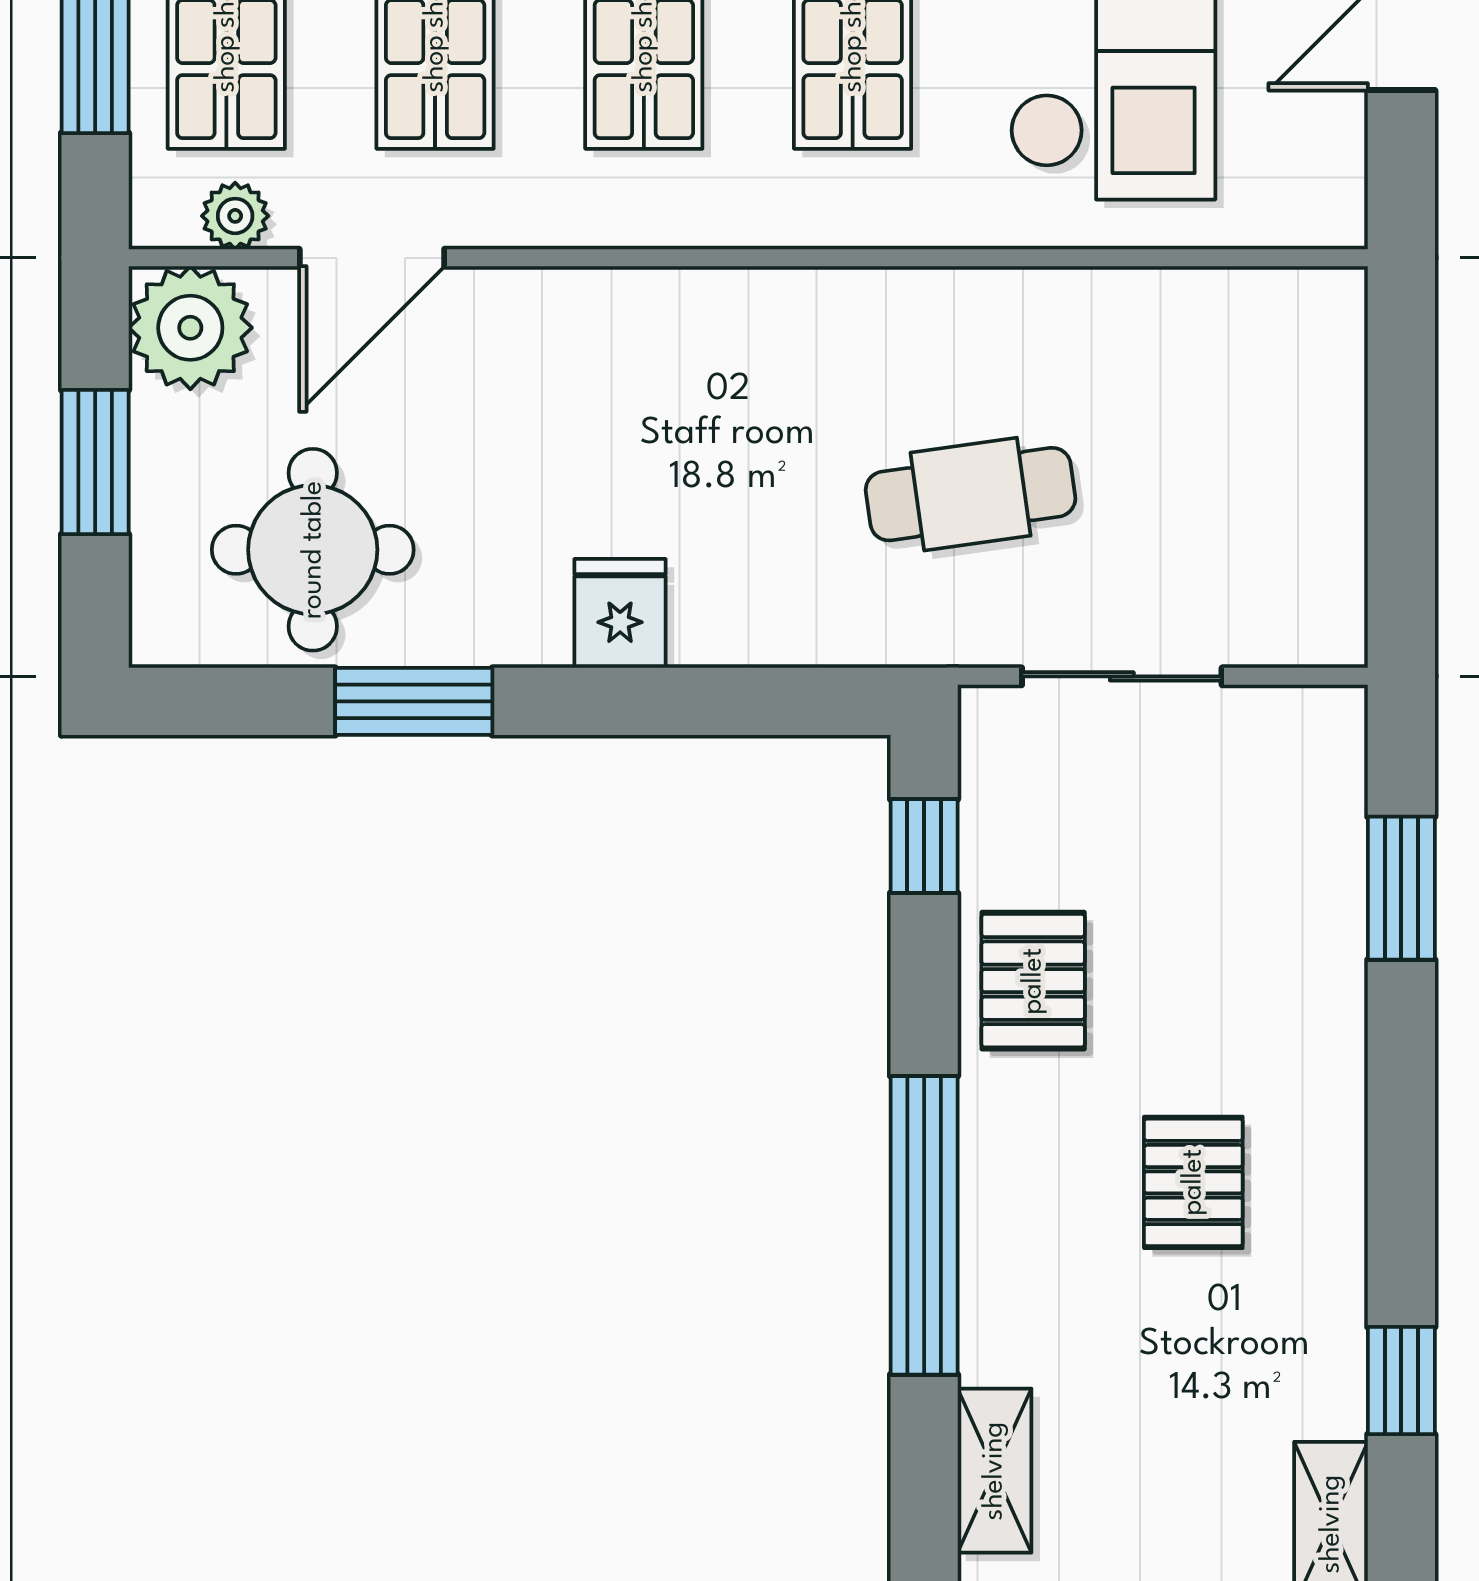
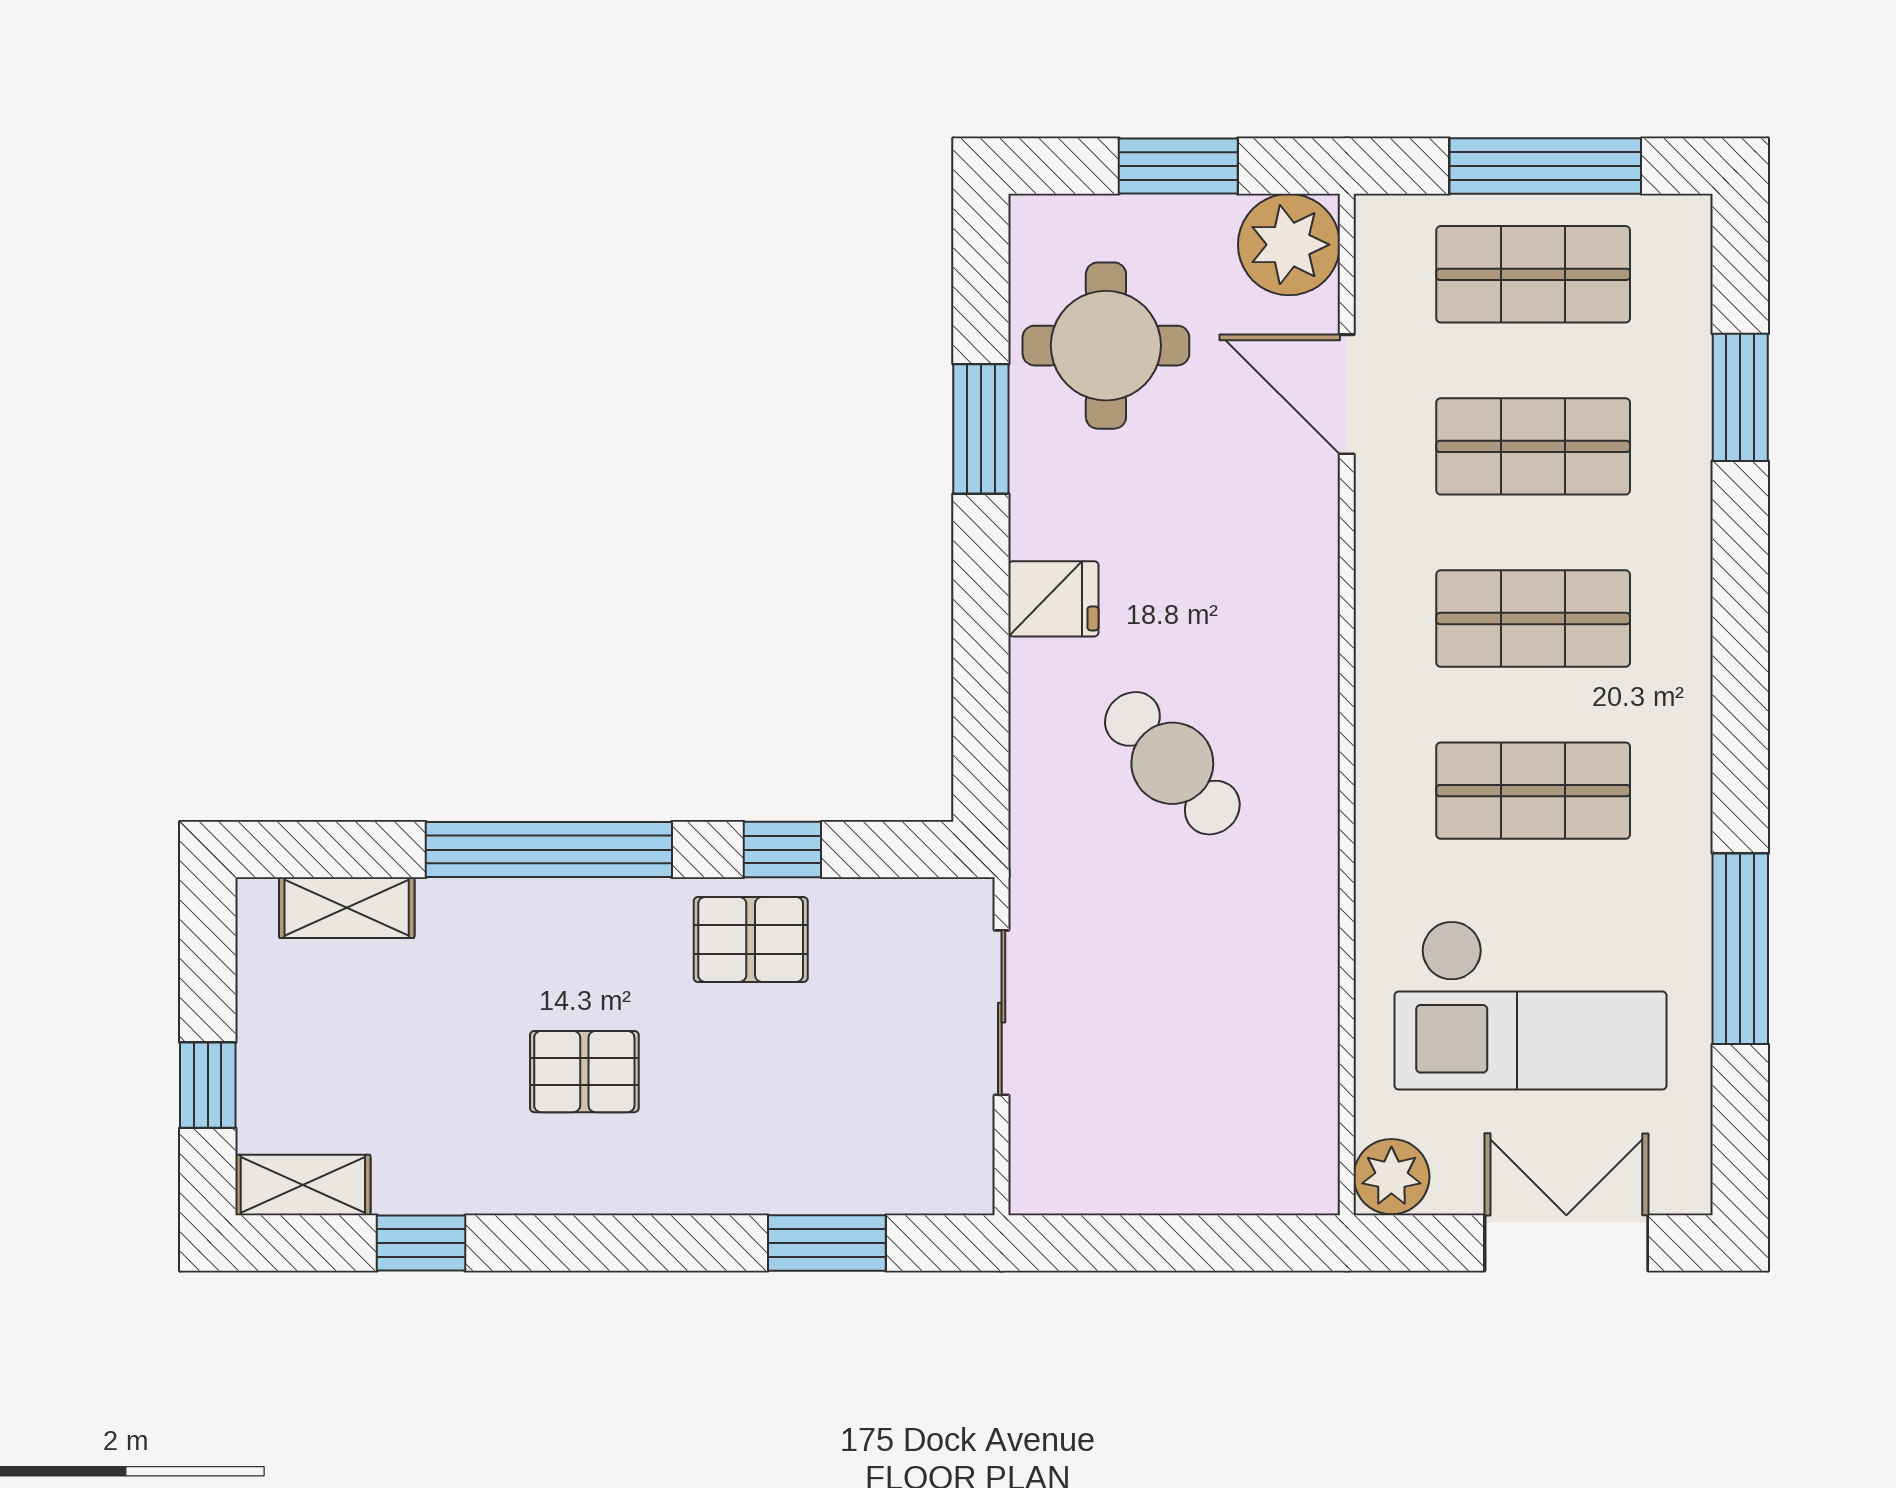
plant: (235, 216) -> (1391, 1177), moved, width x1.38, depth x1.38
cafe table: (971, 494) -> (1172, 763), moved, turned -34
window: (924, 846) -> (782, 850), moved

